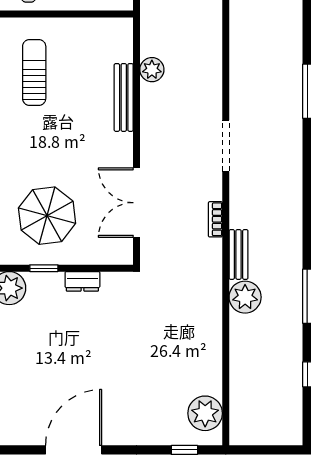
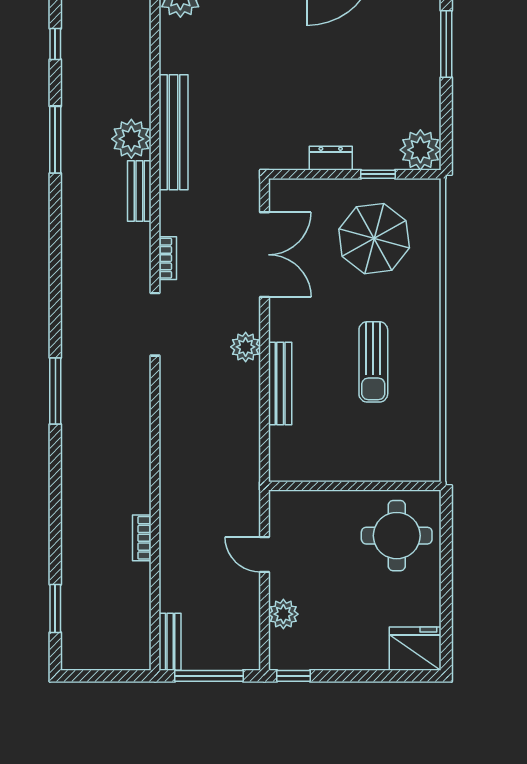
plant: (152, 70) -> (246, 347), moved
sun lounger: (34, 72) -> (373, 362), moved
bookcase: (215, 219) -> (168, 258), moved
bench: (211, 302) -> (173, 132), added

